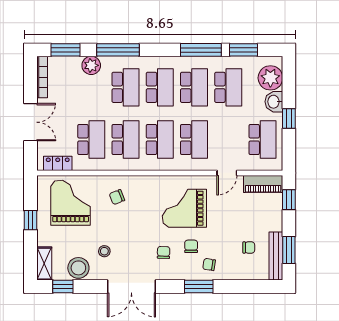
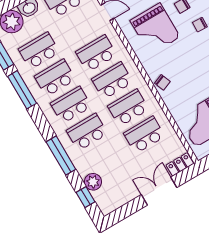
window: (66, 50) -> (85, 197), width x0.67
plant: (91, 65) -> (93, 182), moved
bookcase: (42, 77) -> (118, 203), removed
locker: (58, 163) -> (180, 164), moved, turned 90
chair: (117, 197) -> (162, 82), moved

